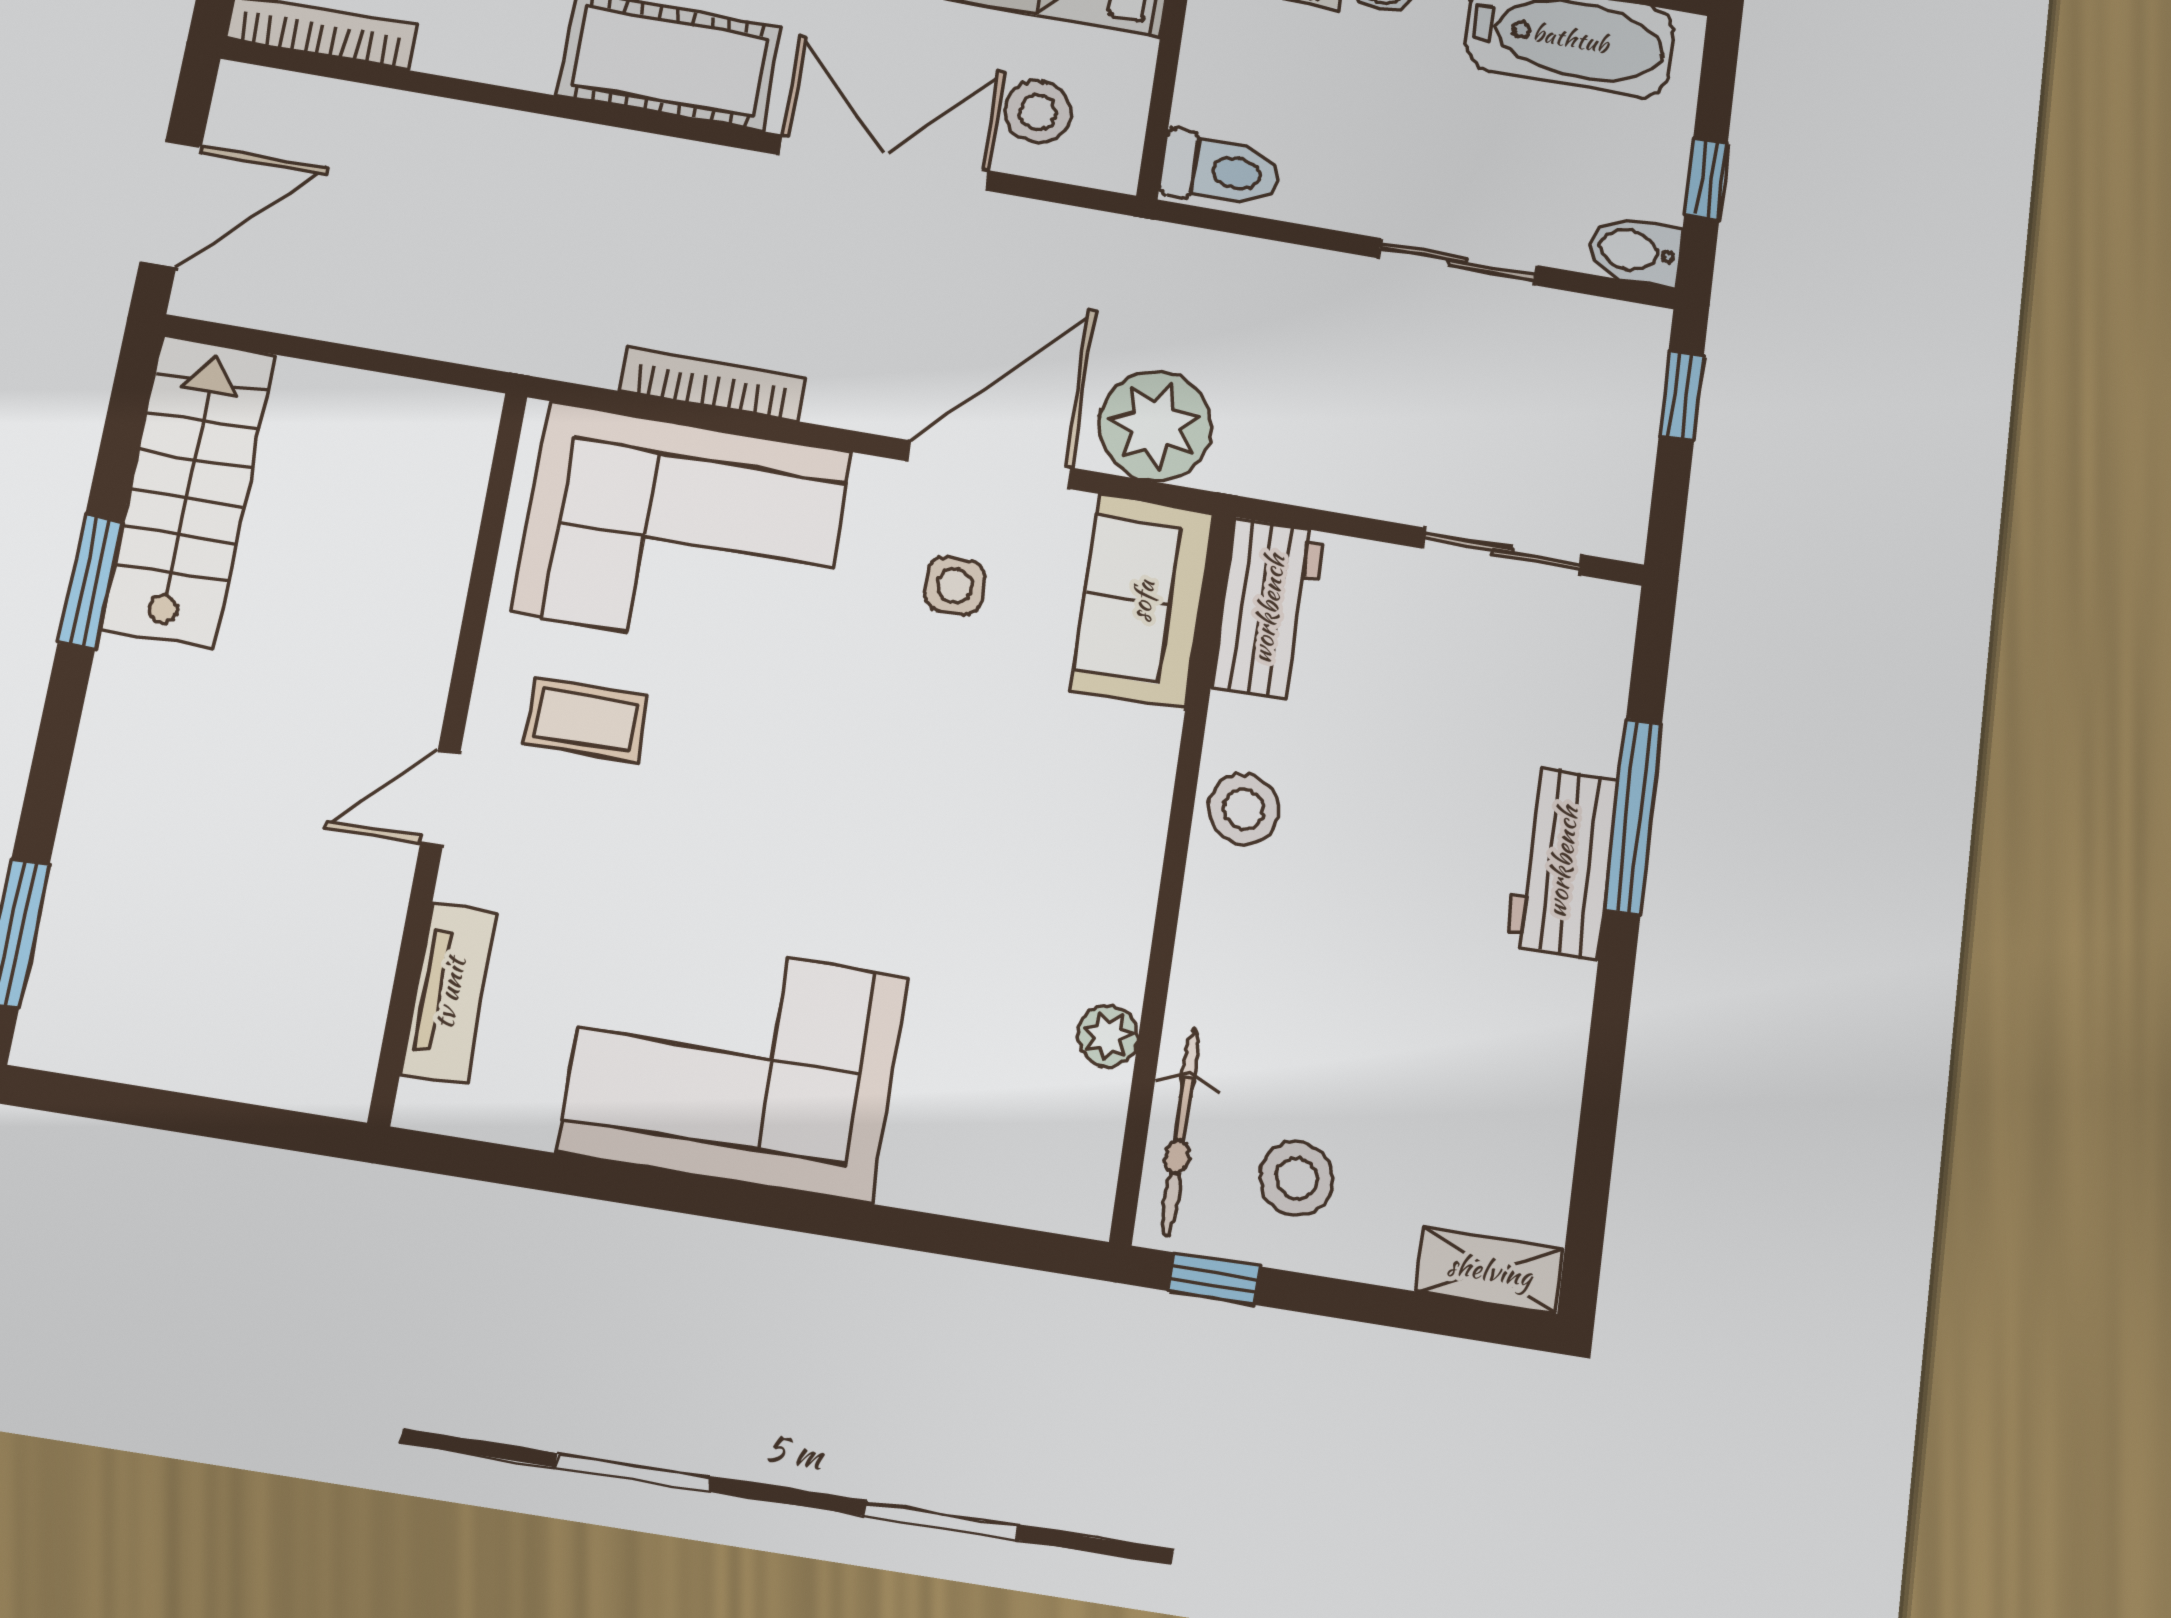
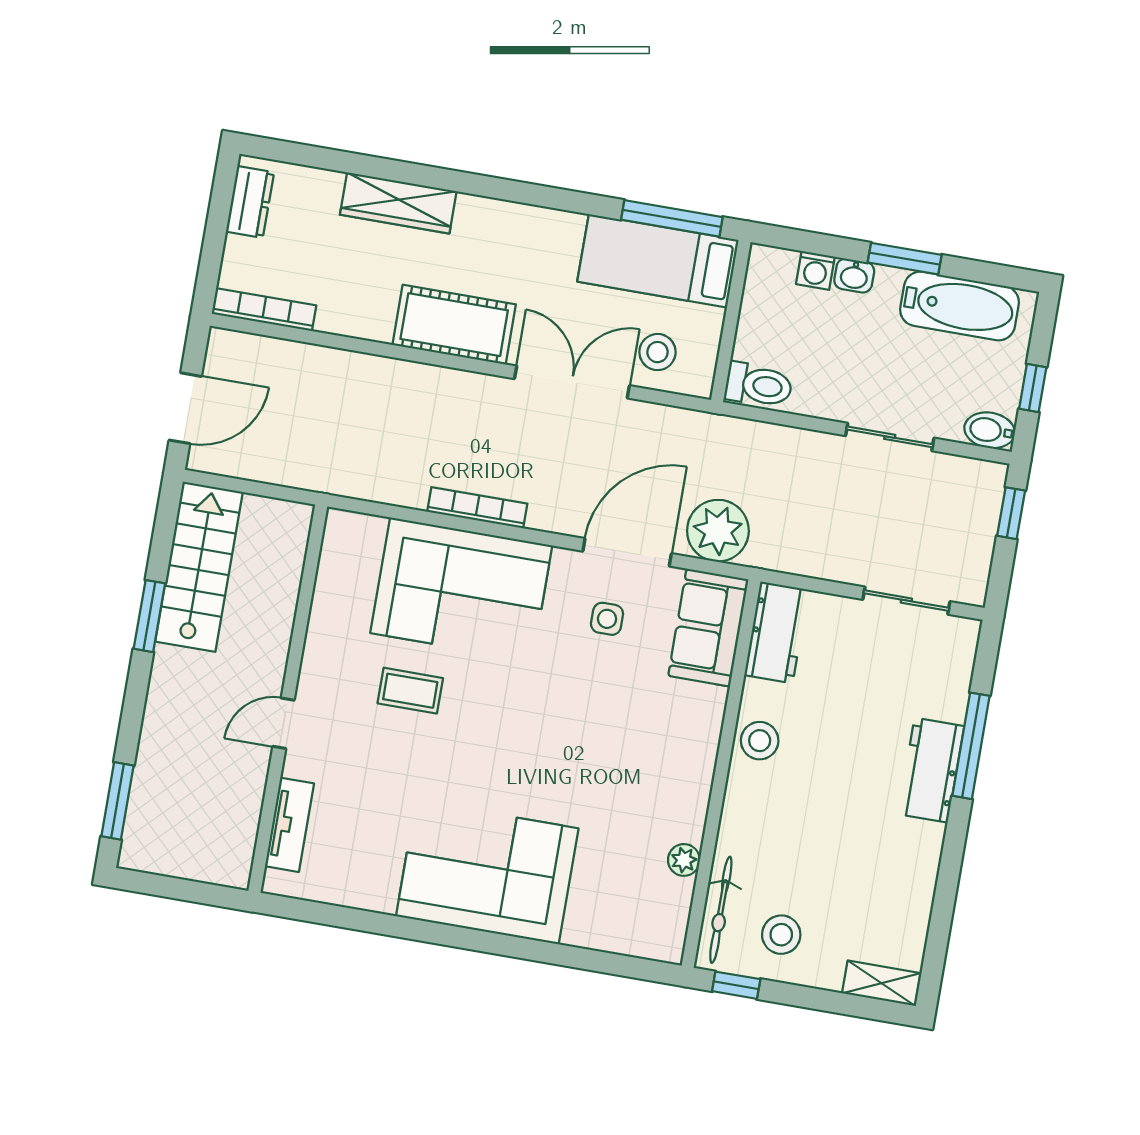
wall: (449, 752) -> (288, 699), moved
door: (440, 798) -> (284, 723), moved
tv unit: (449, 993) -> (289, 825), moved

